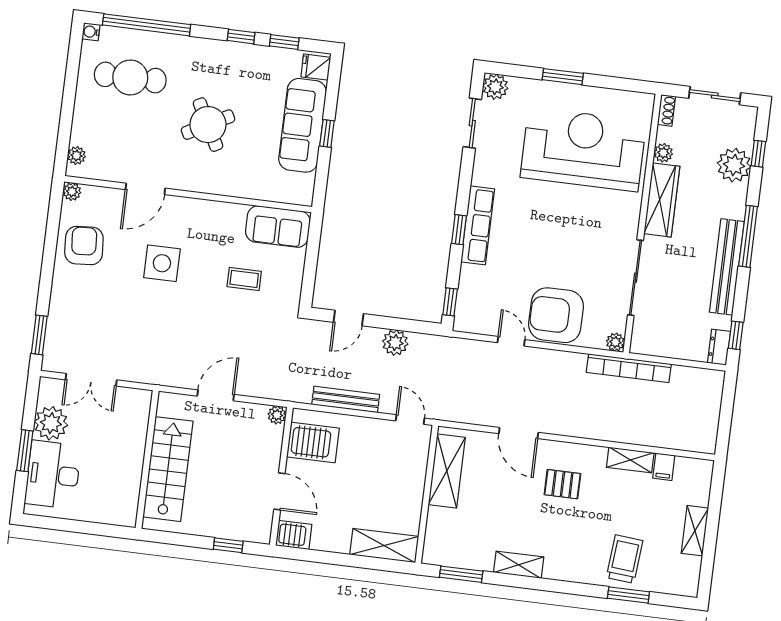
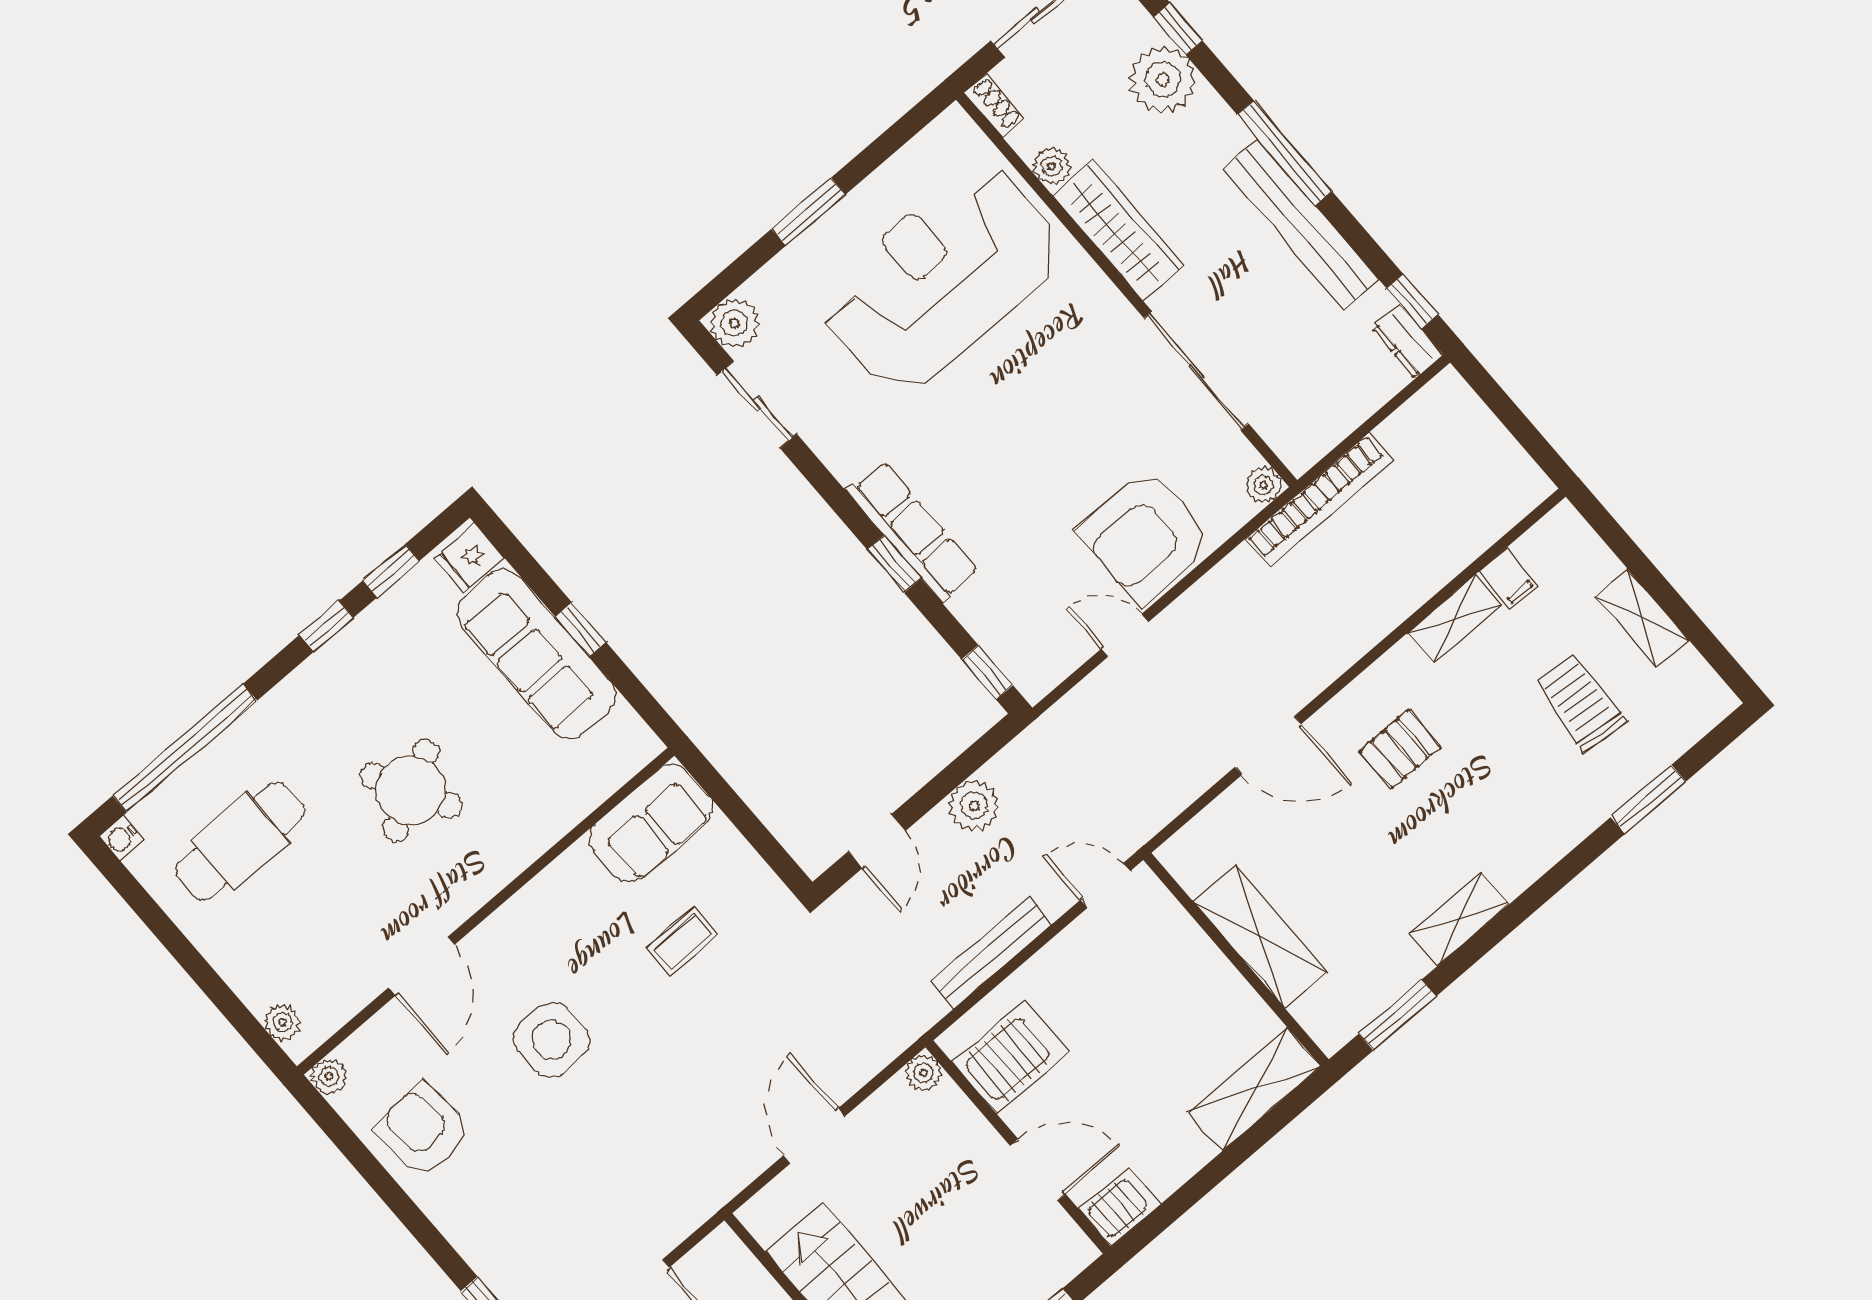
shelving: (447, 471) -> (1261, 937), moved
trolley: (625, 559) -> (1580, 703), moved

